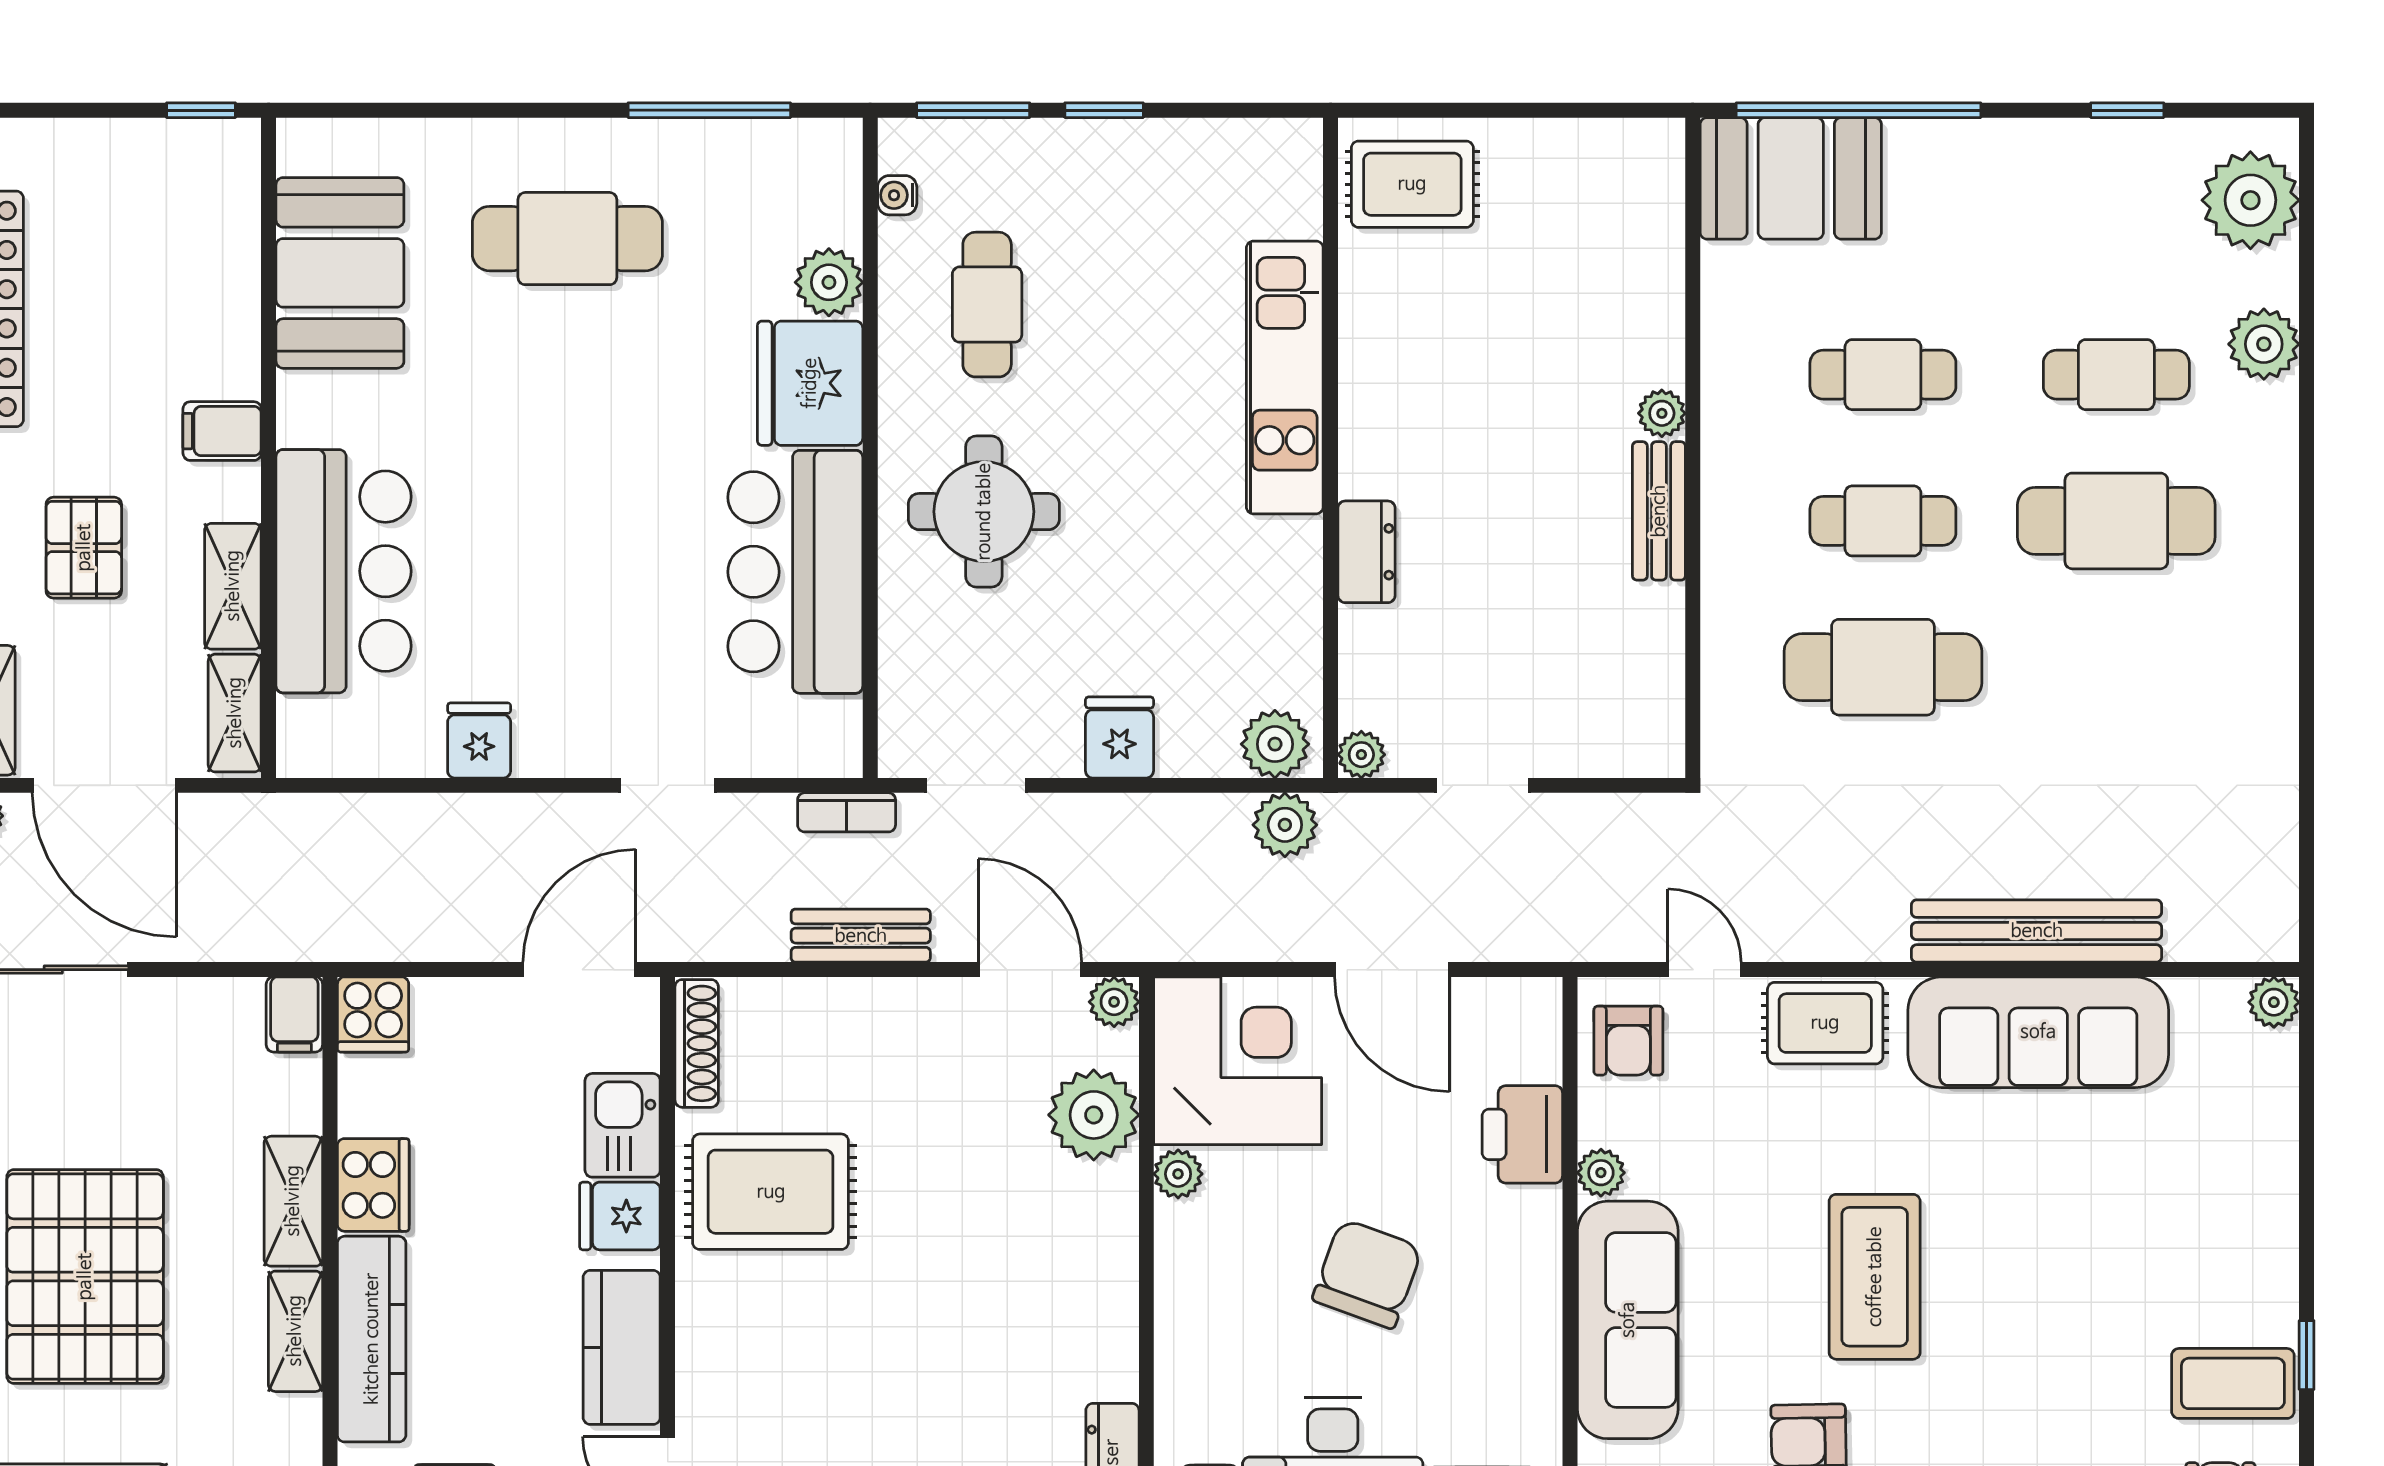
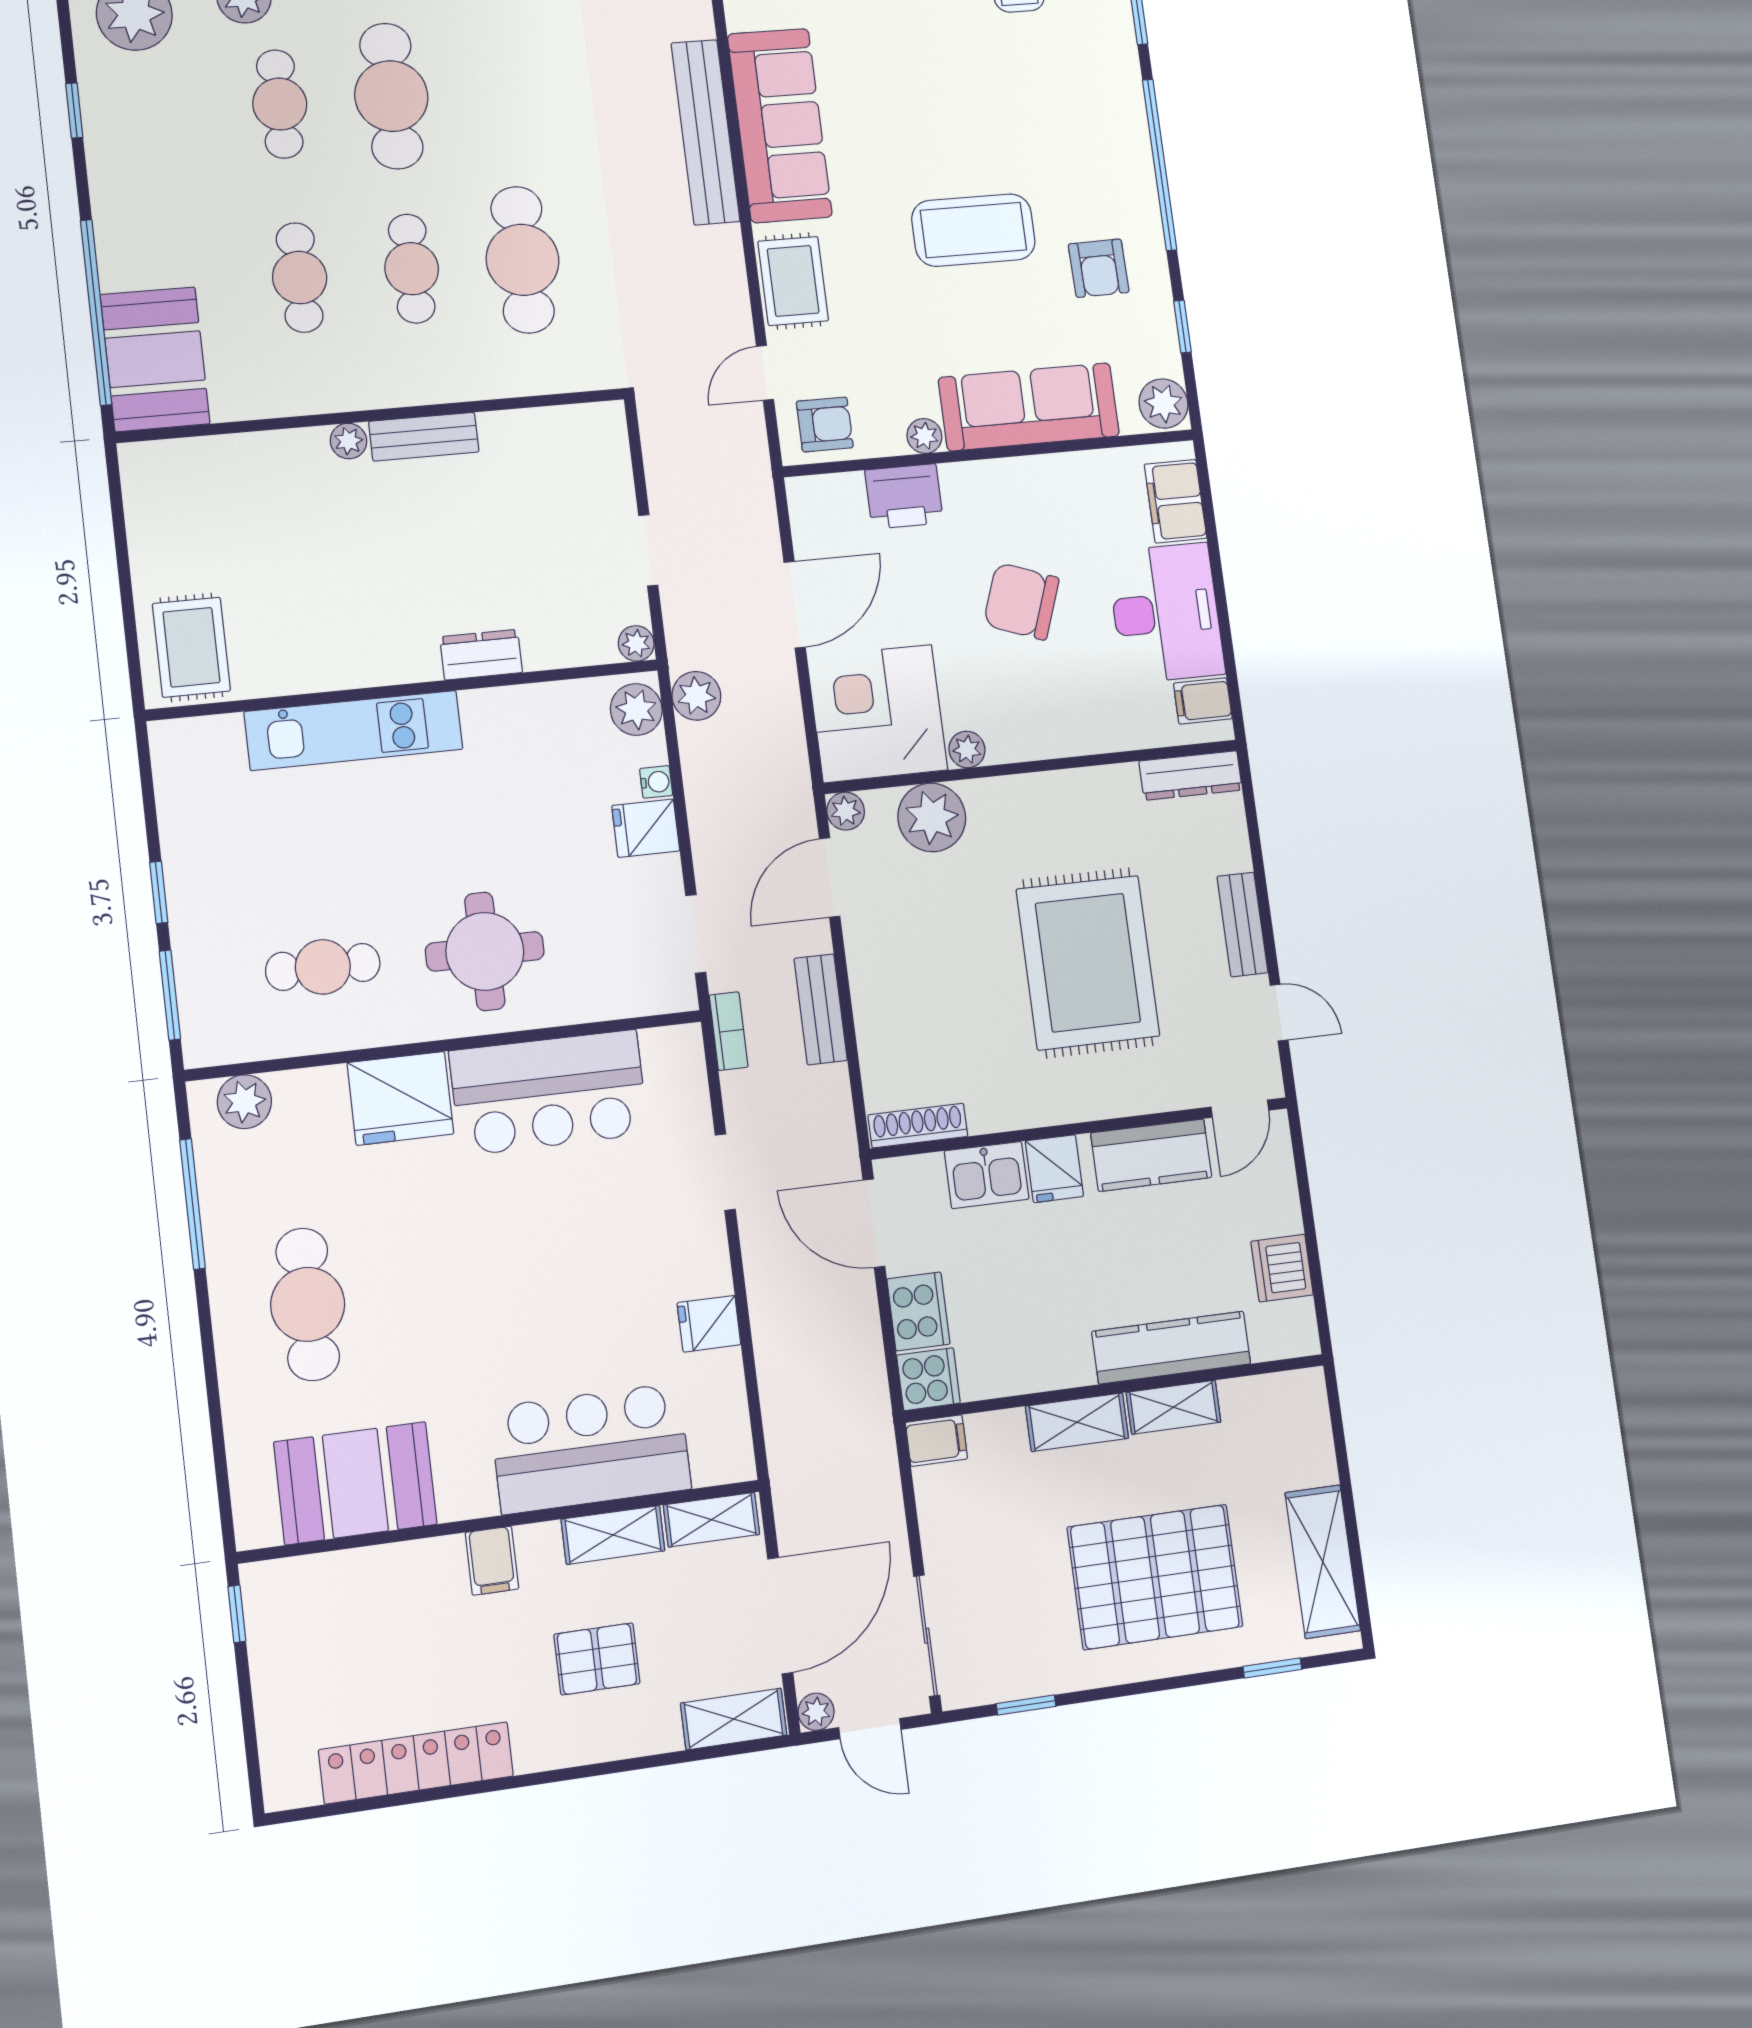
water cooler: (897, 195) -> (656, 782), moved, turned -90
plant: (829, 282) -> (244, 1102), moved
cooker: (373, 1185) -> (918, 1311), moved, turned 90
rug: (771, 1192) -> (1088, 963), moved, width x1.37, depth x1.44

